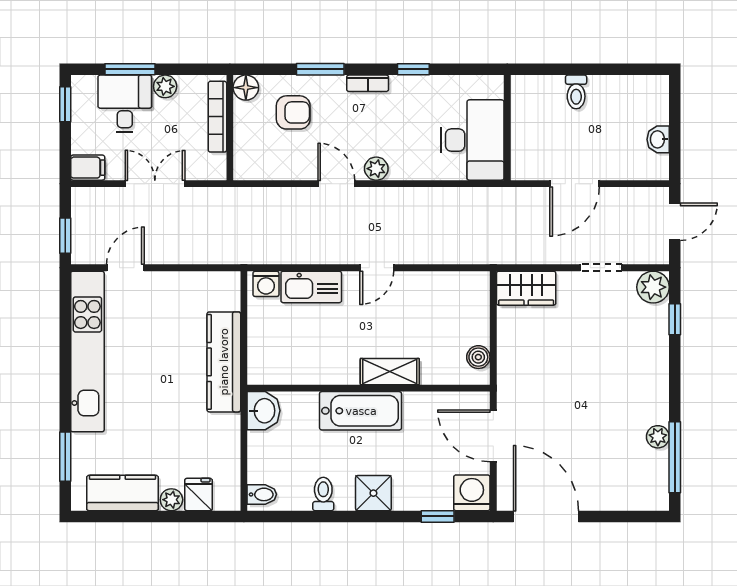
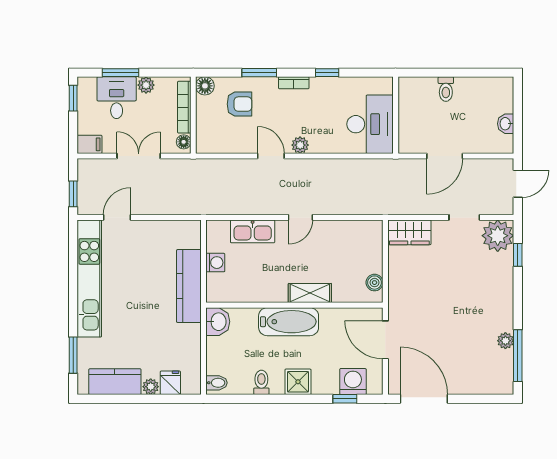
floor lamp: (217, 164) -> (184, 142), added
washing machine: (266, 284) -> (215, 263), moved, turned -90
plant: (653, 287) -> (498, 236), width x1.36, depth x1.36
washing machine: (472, 493) -> (353, 382), moved

